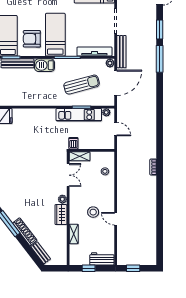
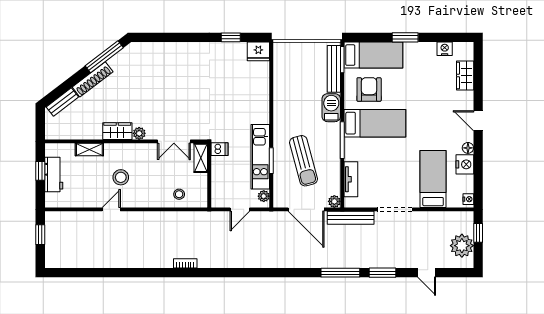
tv unit: (94, 52) -> (351, 179), width x0.71
workbench: (102, 259) -> (54, 174), moved

